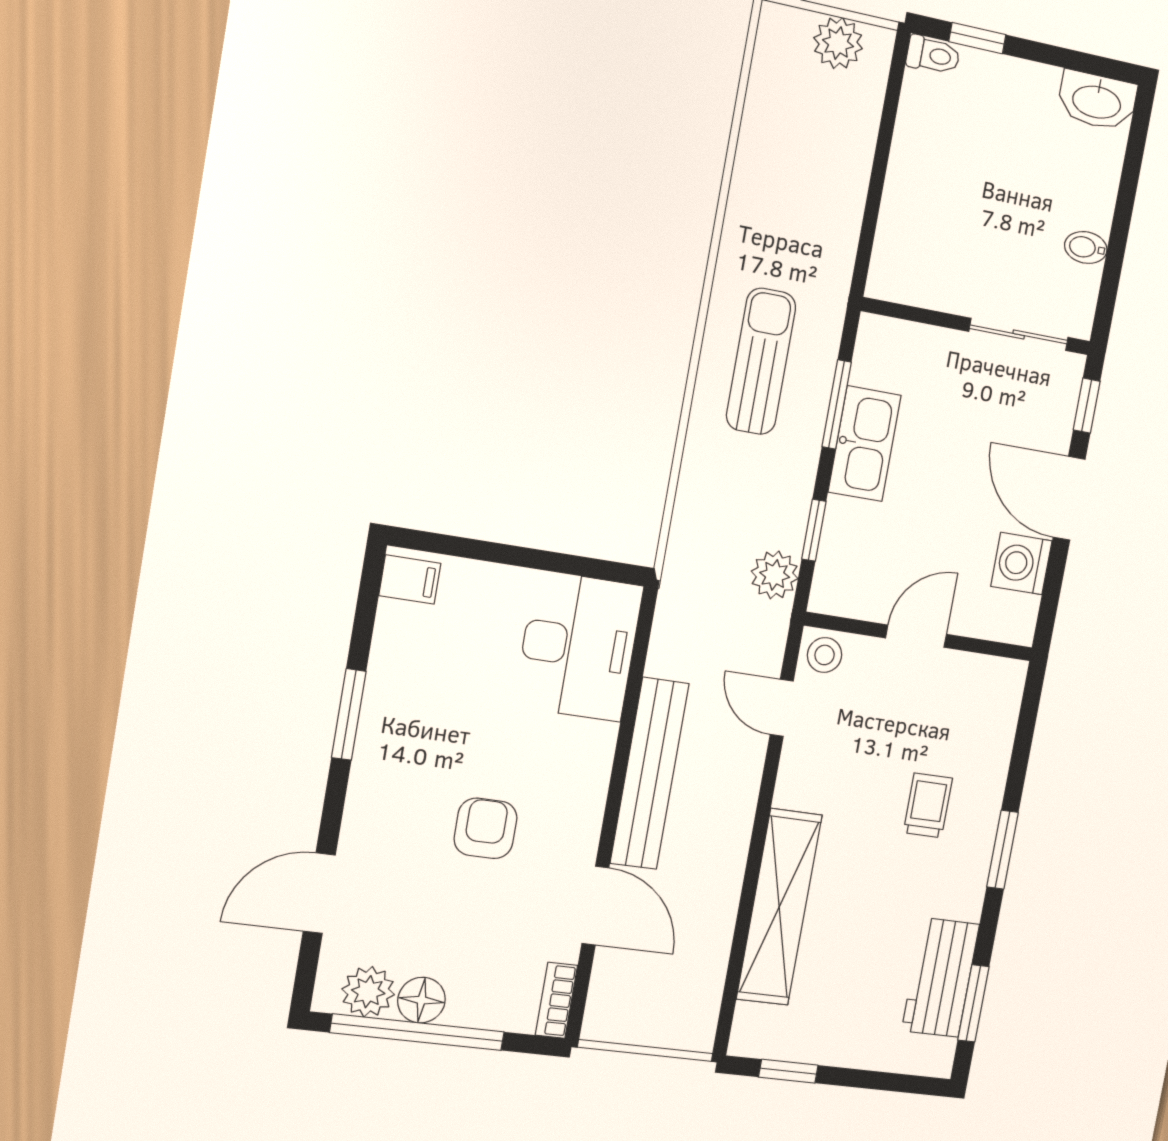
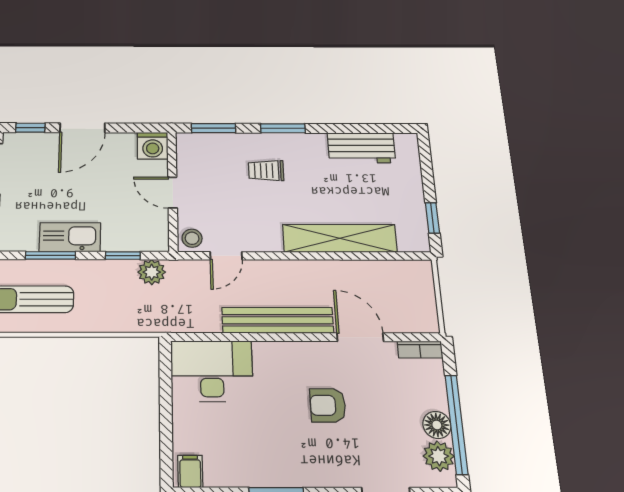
washing machine: (1021, 564) -> (153, 146), moved
door: (595, 906) -> (360, 337), hinge flipped
window: (973, 1003) -> (214, 128), moved

